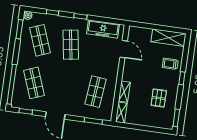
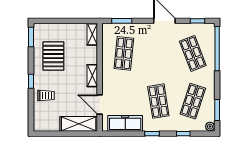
shelving: (169, 38) -> (79, 124), moved
shop shelf: (40, 40) -> (193, 101), turned 39
shelving: (124, 92) -> (92, 76), moved
pallet: (159, 98) -> (53, 56), width x1.50, depth x1.42

